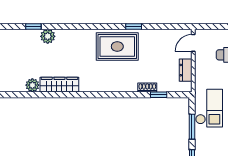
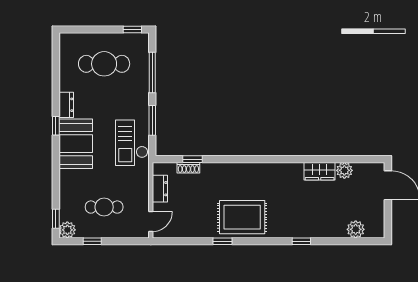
window: (33, 26) -> (301, 241), moved
plant: (48, 36) -> (356, 229), moved
wardrobe: (59, 85) -> (320, 171), width x0.67
shoe rack: (147, 87) -> (188, 168), moved

